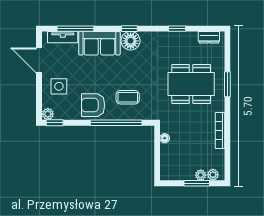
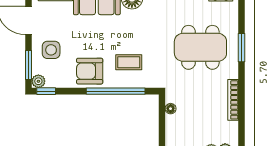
window: (39, 100) -> (29, 65), added

